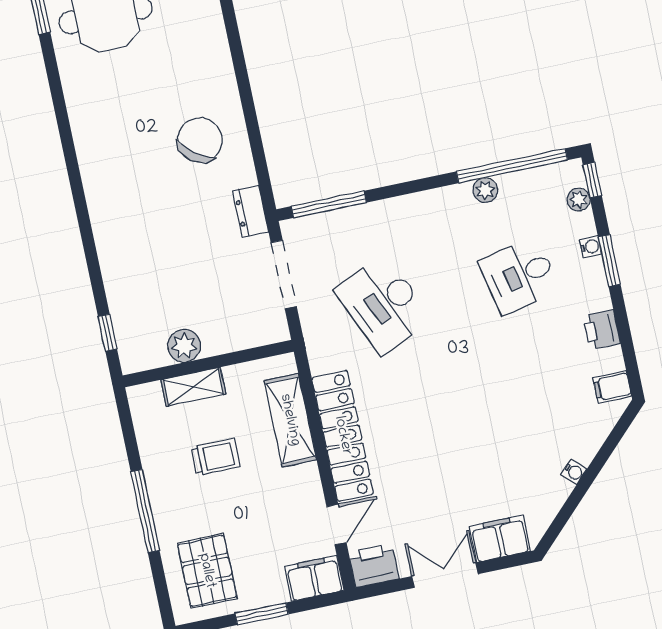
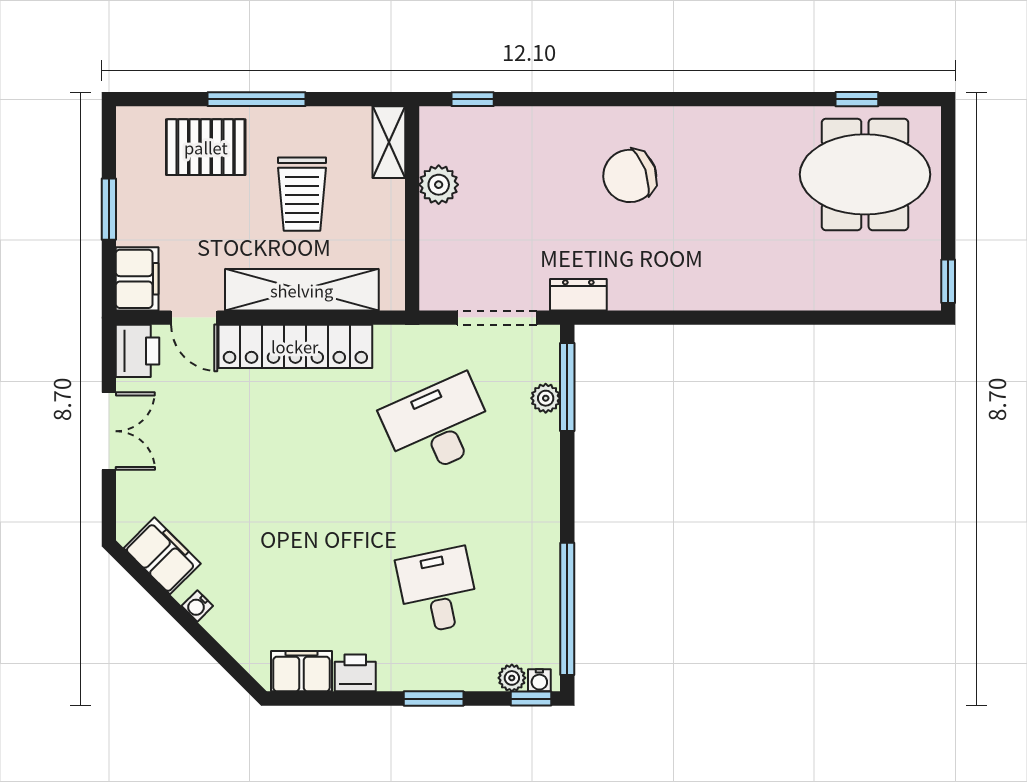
chair: (200, 140) -> (630, 176), moved, turned 123
plant: (485, 190) -> (546, 398), moved
water cooler: (591, 247) -> (539, 680), moved
shelving: (193, 387) -> (389, 142), moved
filing cabinet: (612, 387) -> (301, 671), width x2.00
shelving: (290, 420) -> (302, 290), width x1.47
trolley: (216, 457) -> (302, 194), width x1.36, depth x1.39
filing cabinet: (500, 539) -> (162, 556), moved, turned -45
pallet: (207, 571) -> (206, 147), moved

